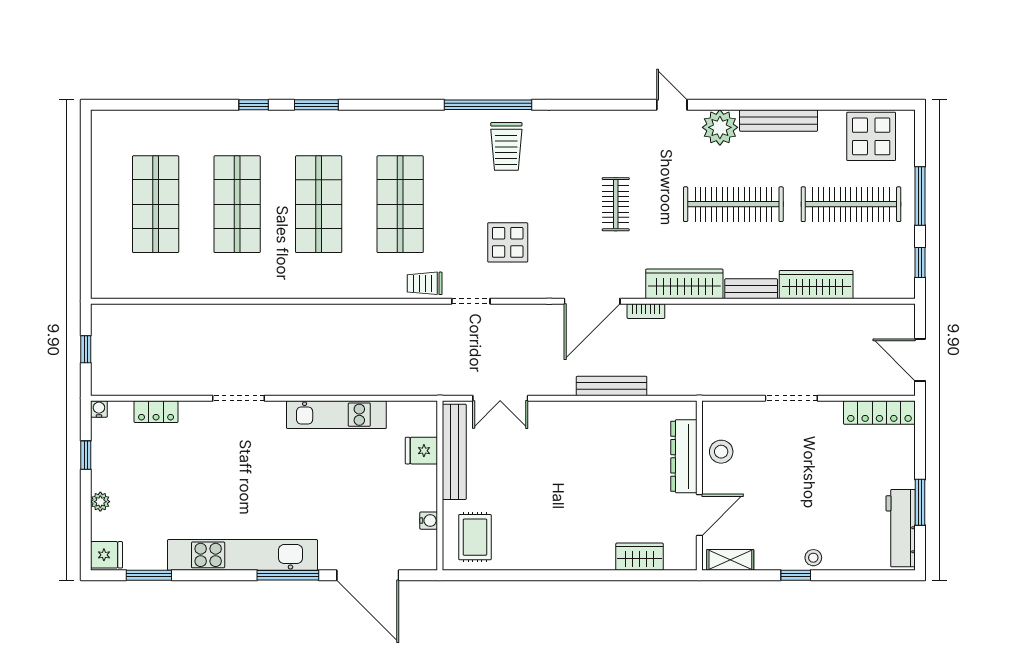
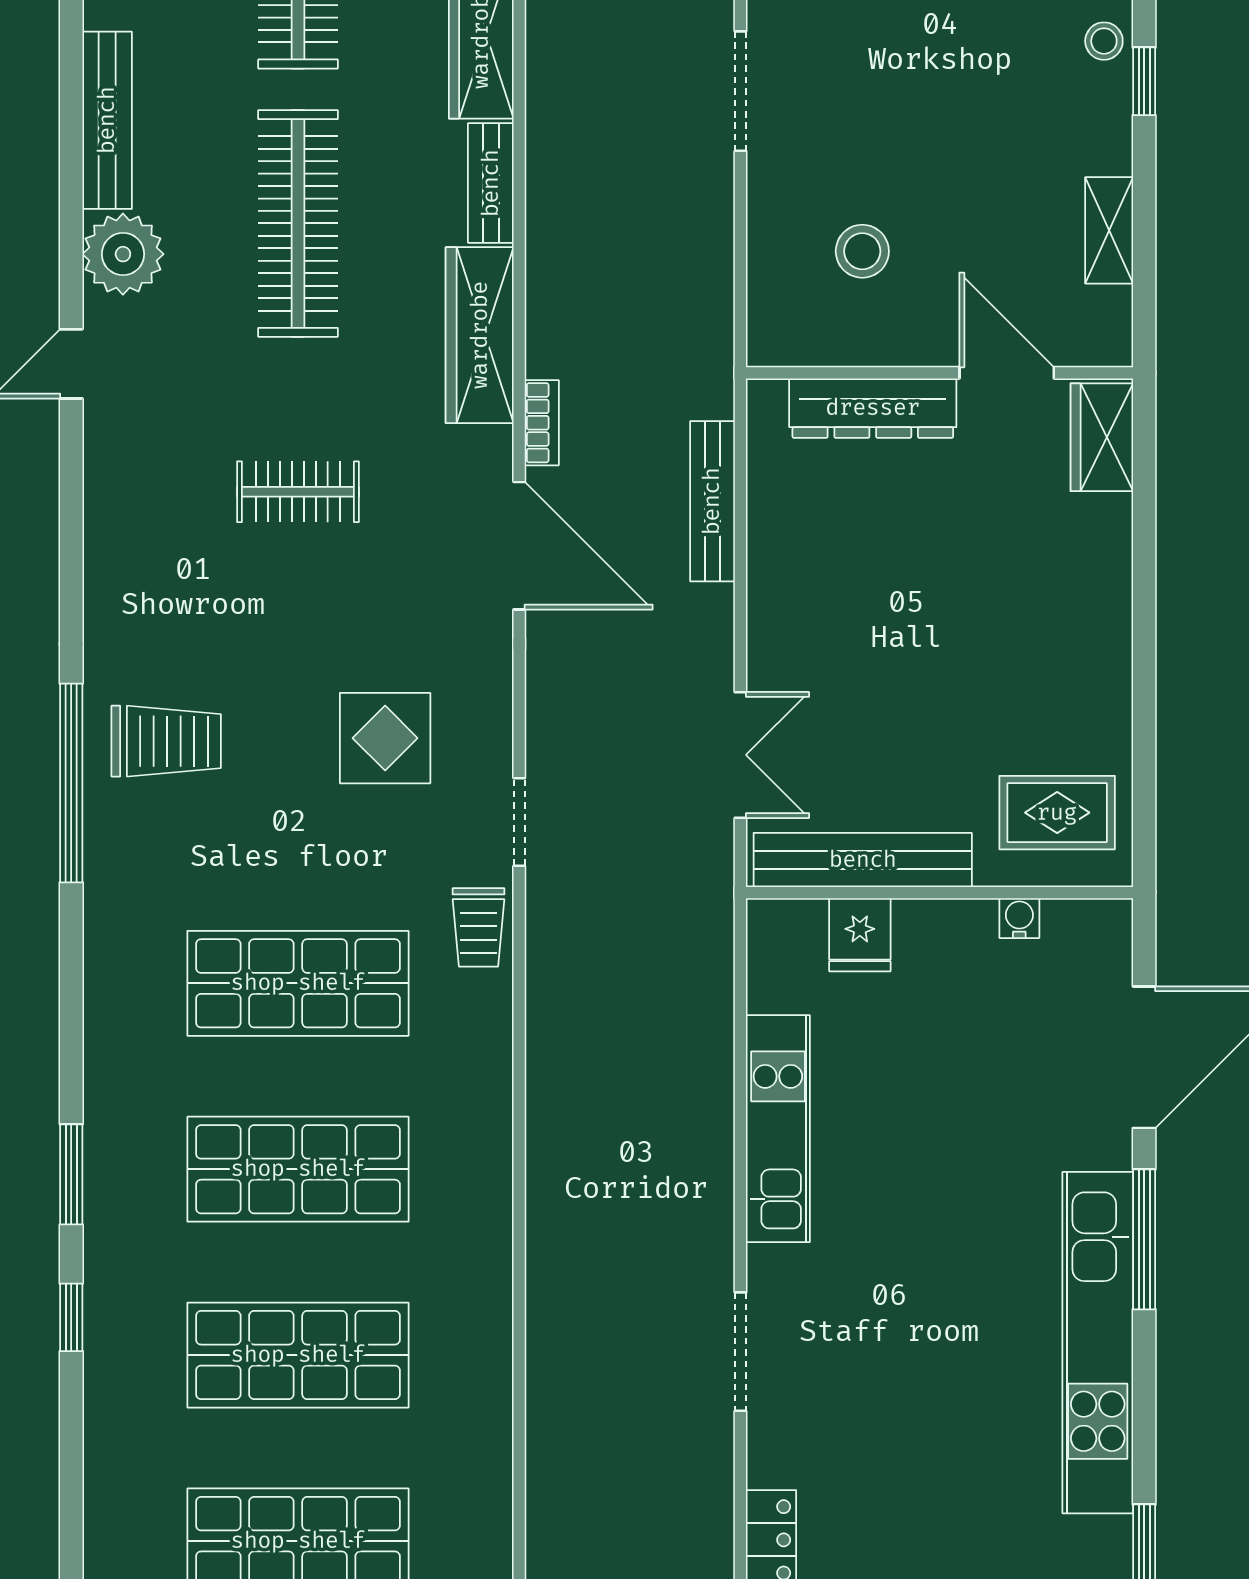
dresser: (684, 456) -> (873, 408), moved
wall: (699, 486) -> (940, 373), moved
door: (699, 515) -> (1007, 373), moved

